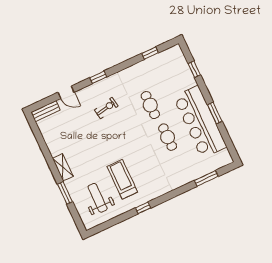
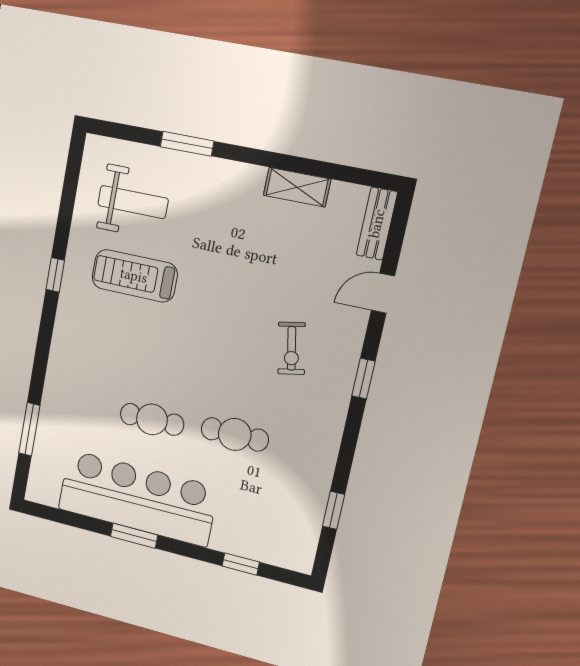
shelving: (63, 167) -> (297, 187), moved
treadmill: (122, 179) -> (134, 276), turned 180

